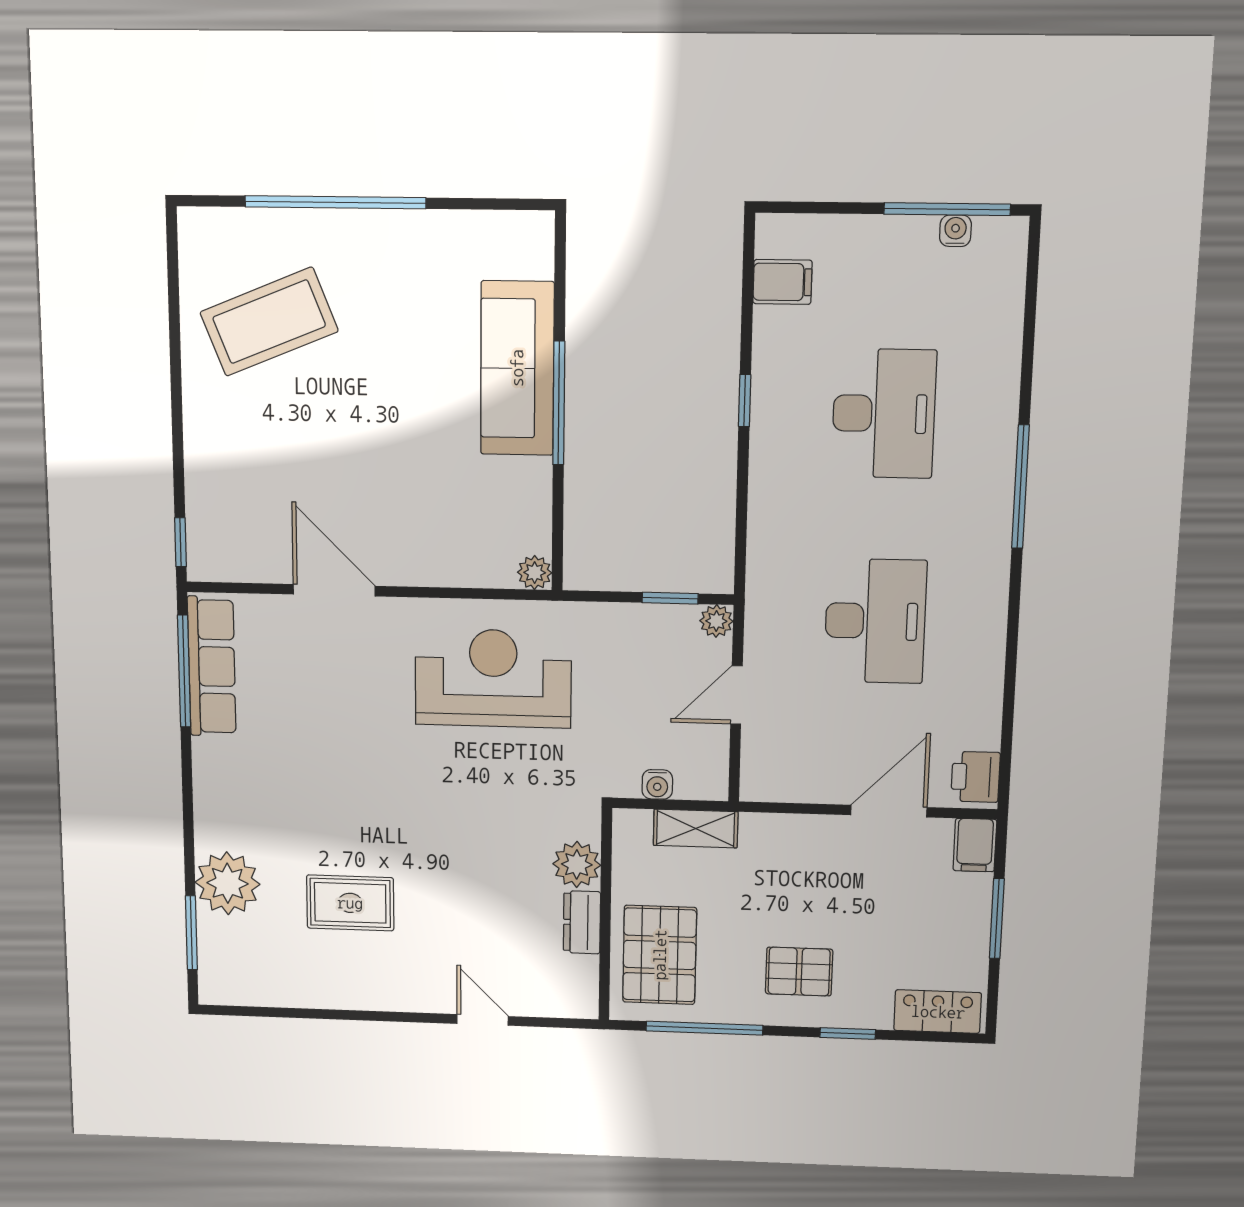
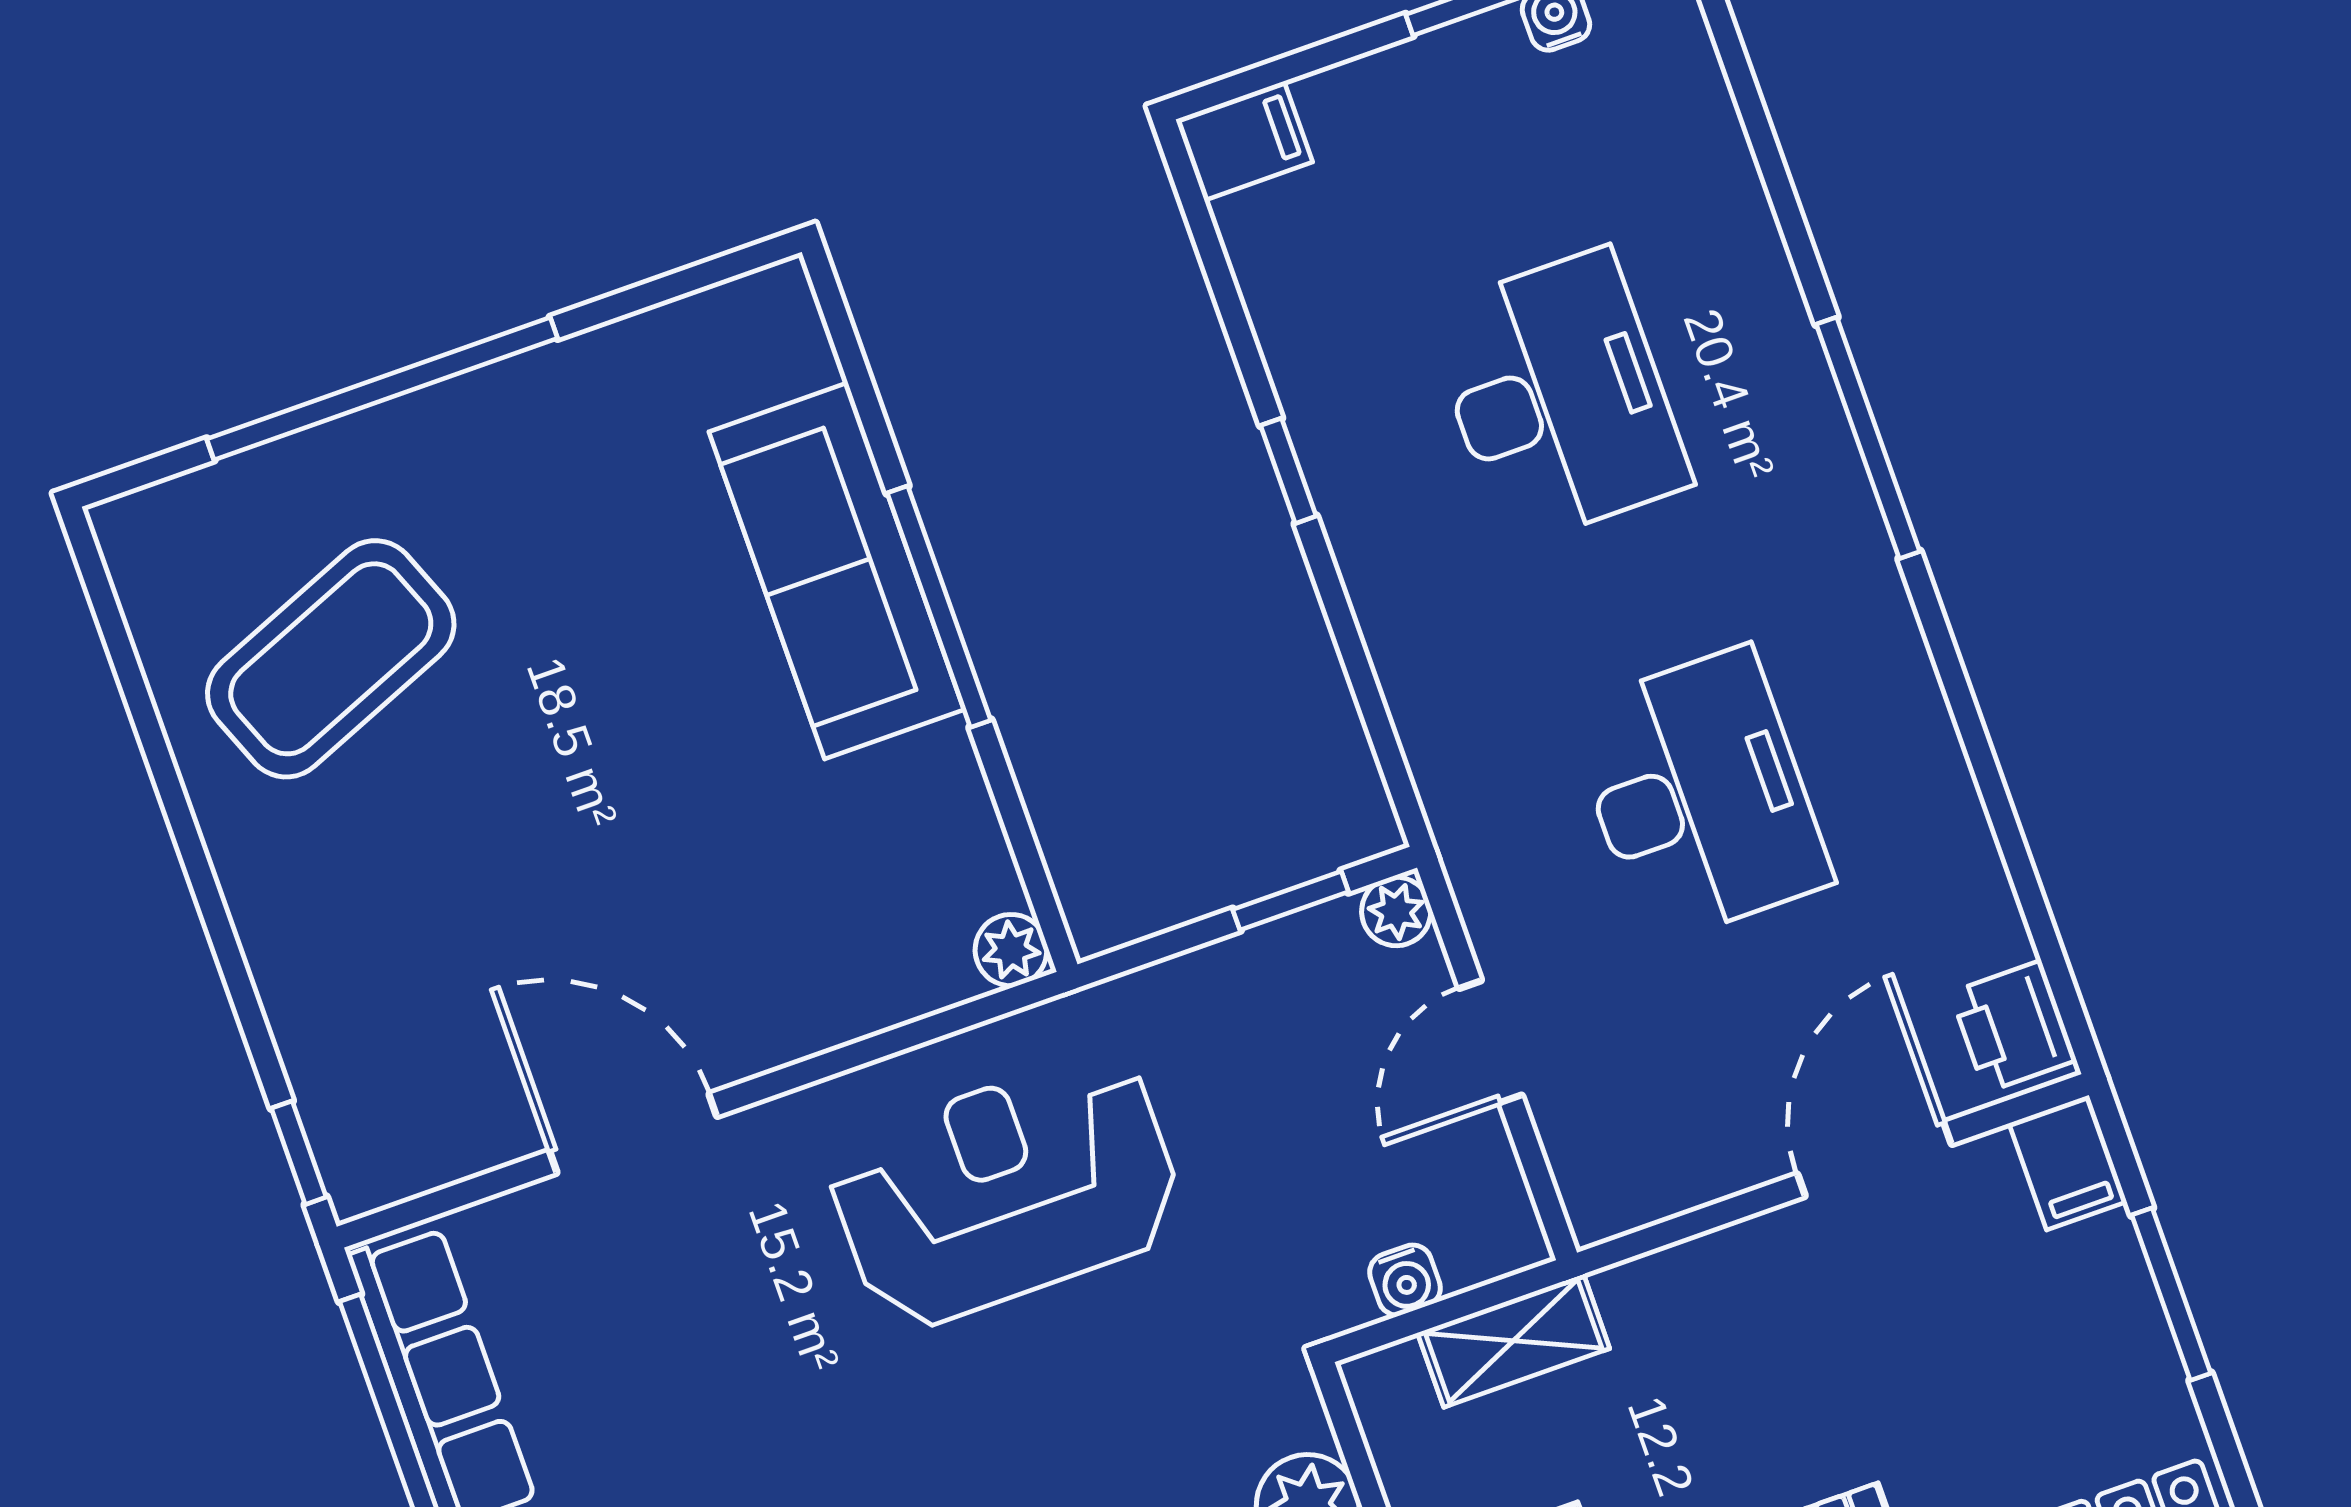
filing cabinet: (782, 282) -> (1244, 141), moved

